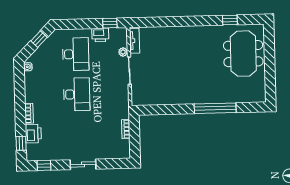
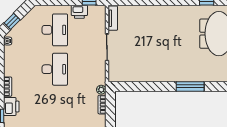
window: (39, 39) -> (12, 21), moved
plant: (123, 52) -> (101, 90), moved
window: (215, 108) -> (190, 86), width x0.68

